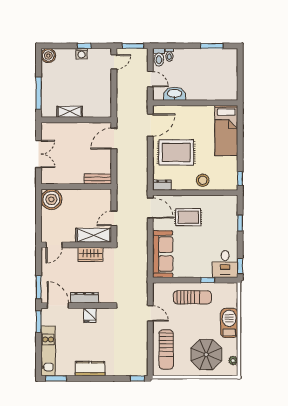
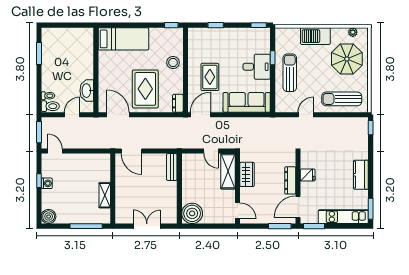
desk: (225, 264) -> (257, 67), moved
sun lounger: (166, 349) -> (342, 99), turned 180

